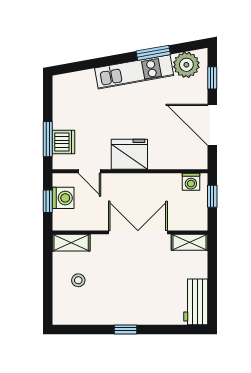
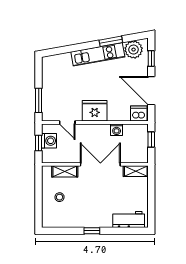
dishwasher: (63, 142) -> (139, 114), moved, turned -90
washing machine: (191, 182) -> (117, 130), moved
shelving: (71, 243) -> (65, 171), moved
workbench: (196, 302) -> (129, 219), moved, turned 90

